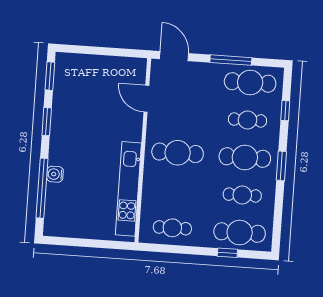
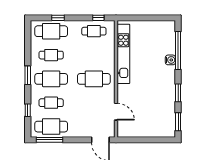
window: (231, 60) -> (50, 140), moved
window: (164, 248) -> (98, 18), added

